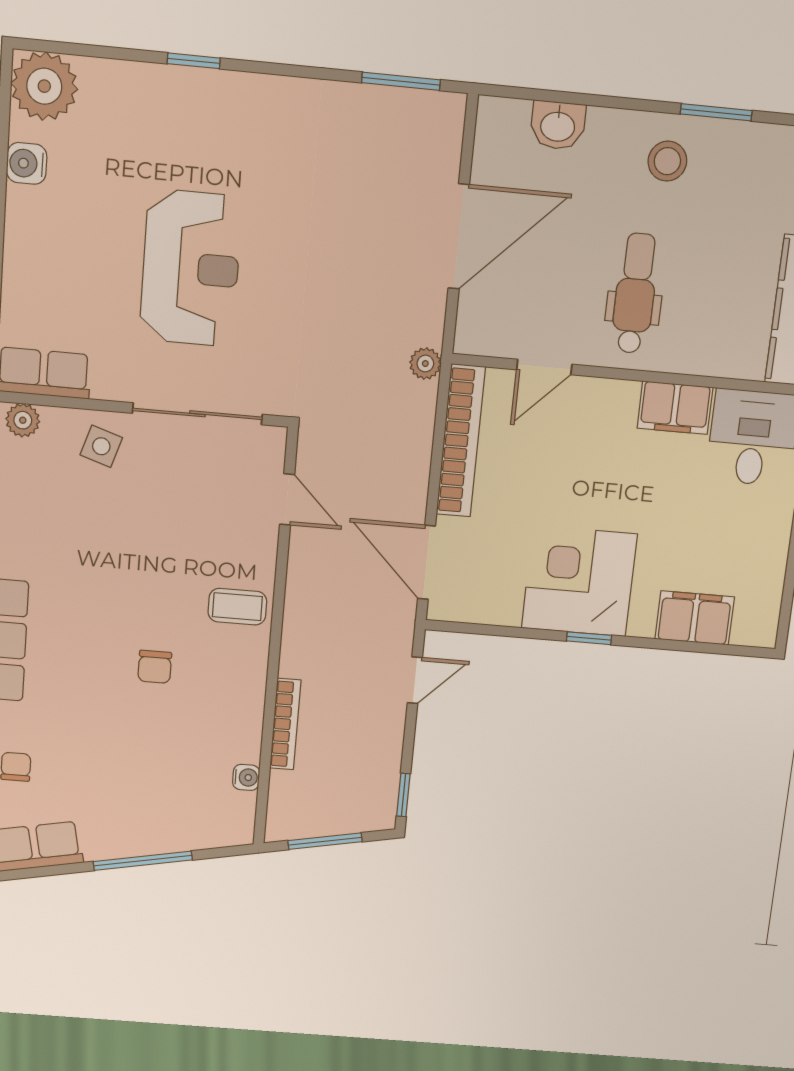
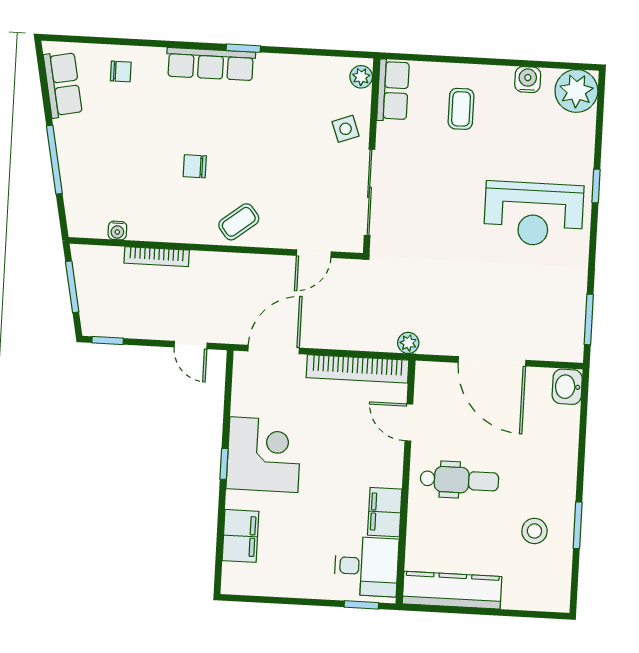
washbasin: (558, 125) -> (567, 387), moved
stool: (667, 161) -> (534, 531), moved
reception desk: (191, 268) -> (534, 214), moved
coffee table: (72, 270) -> (461, 109), added
side table: (101, 446) -> (346, 129), turned -38
coffee table: (237, 607) -> (239, 222), turned 52

